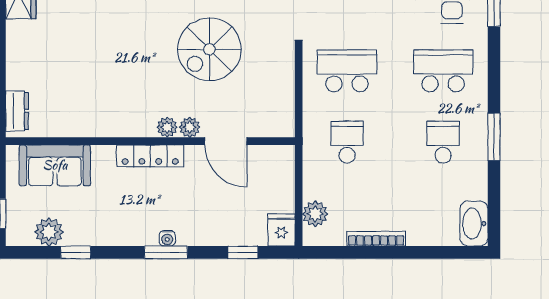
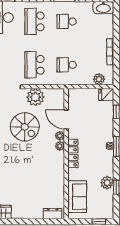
plant: (276, 73) -> (35, 97), added
door: (226, 141) -> (66, 119), swing flipped
plant: (49, 232) -> (107, 183), moved

